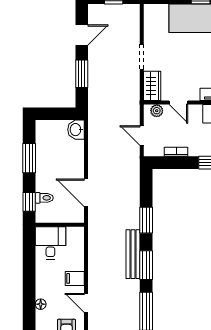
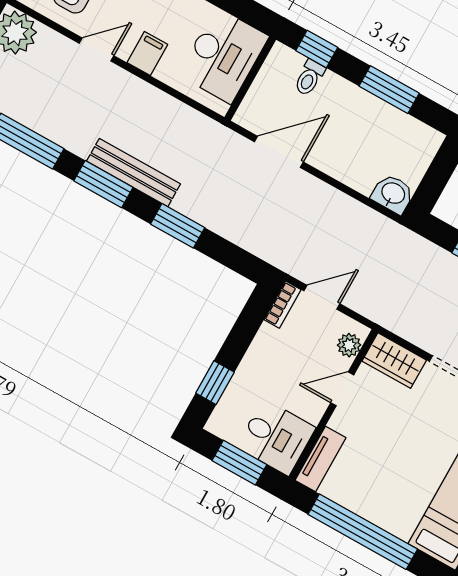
bookcase: (176, 152) -> (282, 305), moved
desk: (50, 243) -> (224, 55), width x1.37

